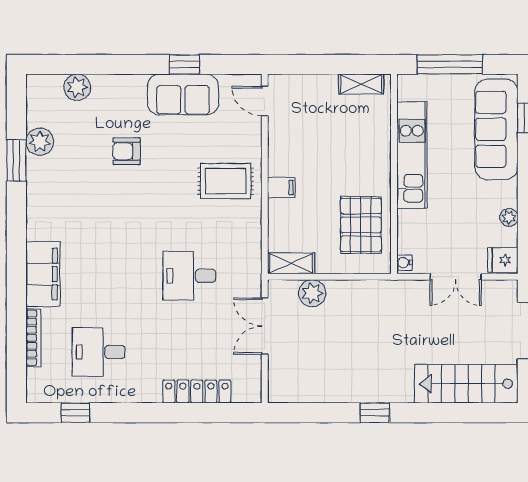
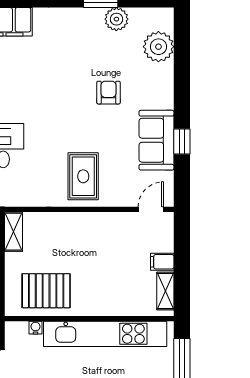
plant: (77, 87) -> (158, 47), width x1.36, depth x1.36
kitchen unit: (412, 155) -> (105, 334), width x1.36
filing cabinet: (281, 188) -> (162, 262), moved, turned 90
water cooler: (404, 263) -> (35, 328), moved

